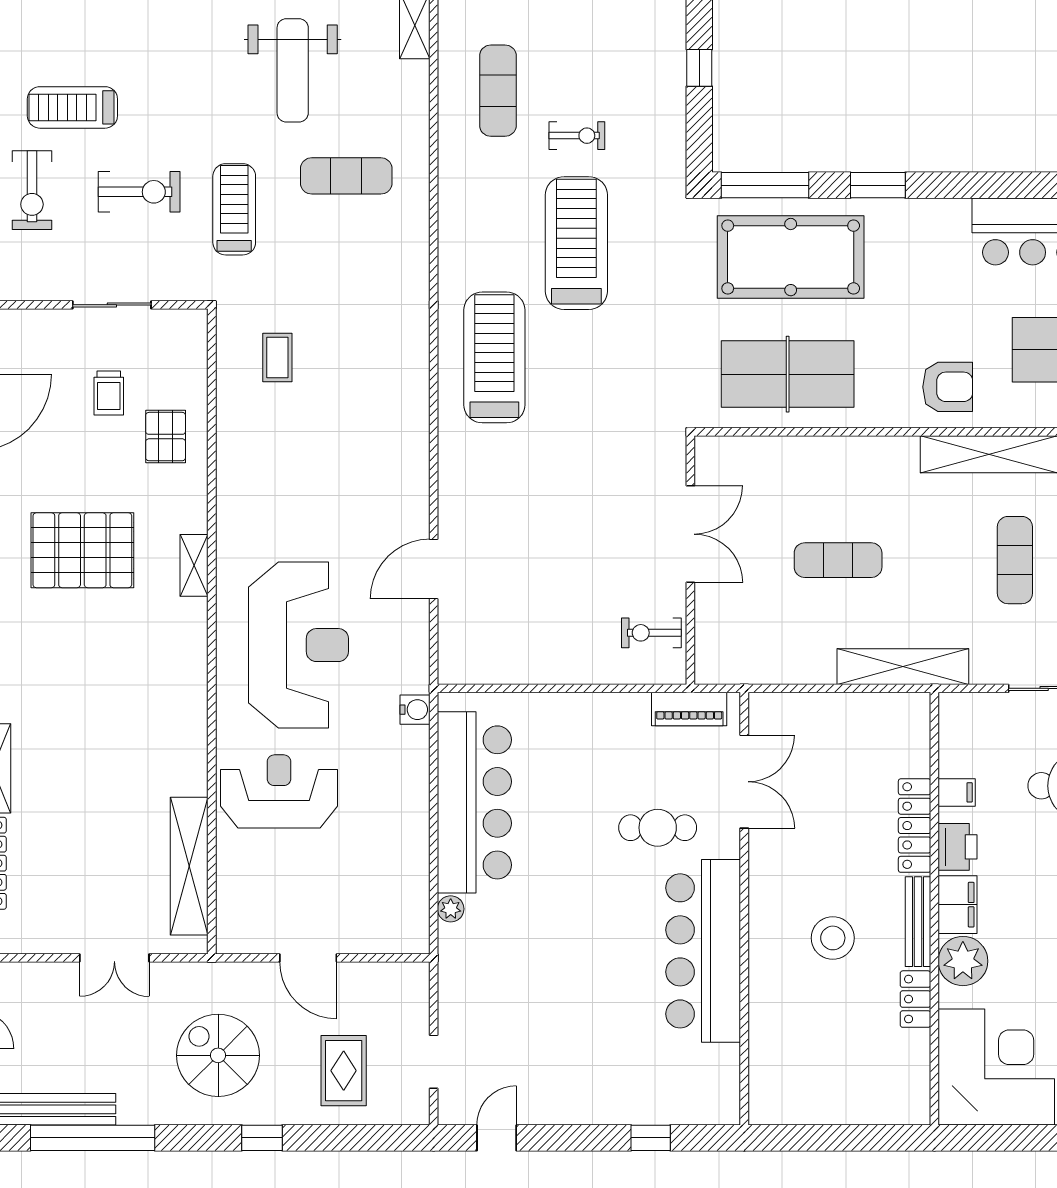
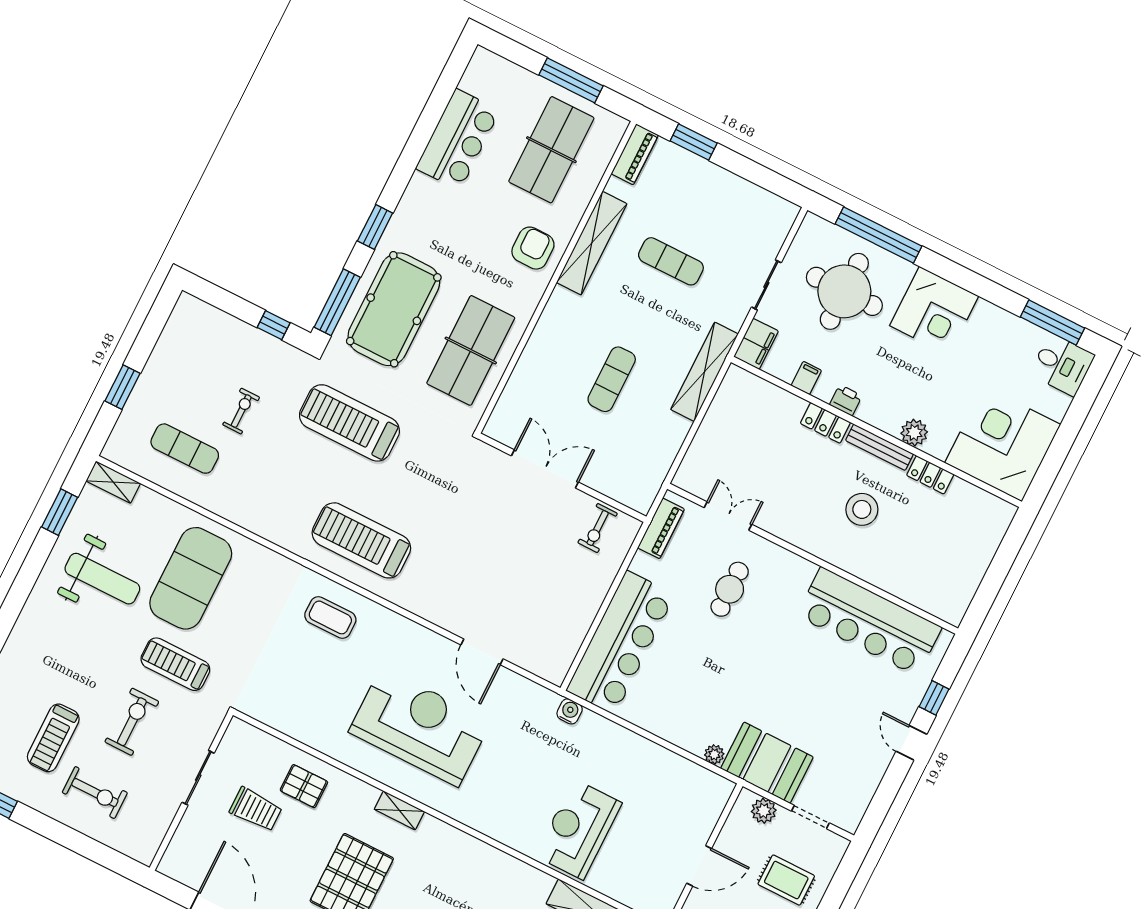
window: (699, 68) -> (274, 325), moved
exercise mat: (346, 176) -> (191, 578), width x2.00, depth x1.45
treadmill: (576, 243) -> (349, 423), moved
coffee table: (277, 357) -> (330, 617), moved, width x1.36, depth x1.30
trolley: (109, 393) -> (256, 809), width x1.36, depth x1.39
reception desk: (298, 645) -> (420, 727), moved
double door: (744, 782) -> (728, 516), width x0.73
bar counter: (474, 802) -> (621, 643), moved, turned 90
locker: (915, 826) -> (825, 423), width x0.66
printer: (958, 847) -> (846, 400), width x0.73, depth x0.81
filing cabinet: (958, 905) -> (756, 344), moved, turned 90
bar counter: (703, 951) -> (869, 621), moved
plant: (963, 961) -> (914, 433), width x0.73, depth x0.73
booth: (473, 977) -> (767, 763), added
plant: (413, 1002) -> (764, 811), added
door: (497, 1138) -> (911, 743), moved

